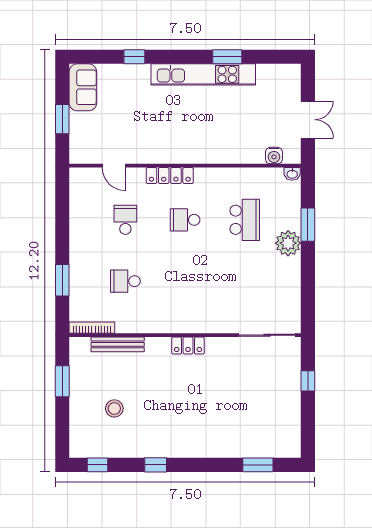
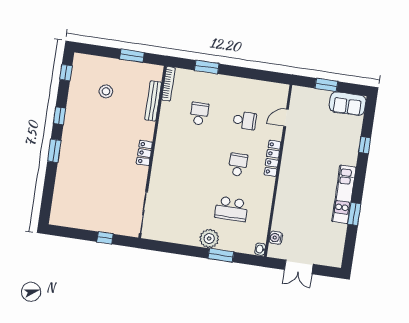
kitchen unit: (203, 74) -> (344, 194), width x0.73
window: (258, 465) -> (54, 151), moved

